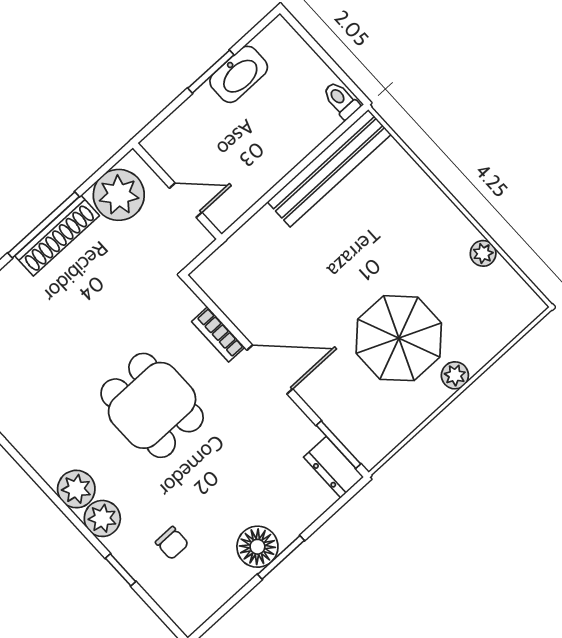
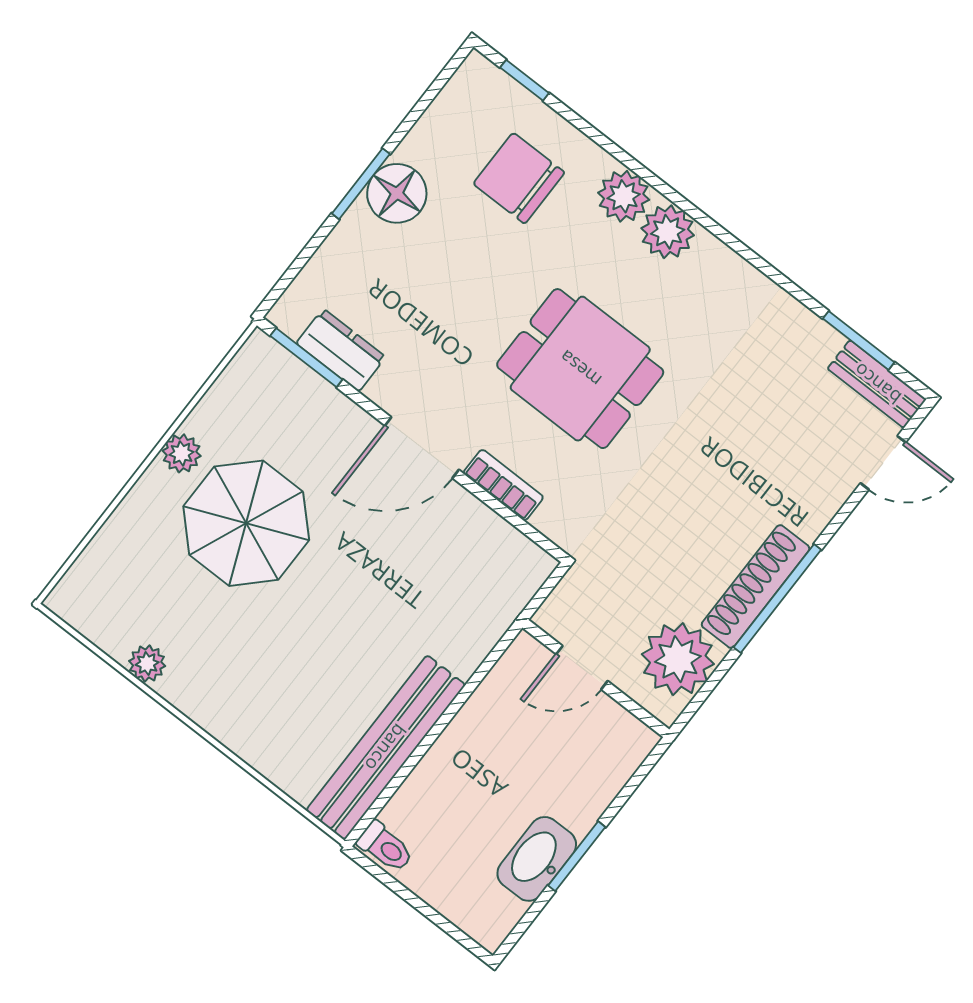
plant: (455, 375) -> (182, 453), moved
dresser: (334, 467) -> (341, 350), moved
chair: (172, 543) -> (519, 178), width x1.87, depth x1.87
window: (121, 570) -> (525, 80), moved

